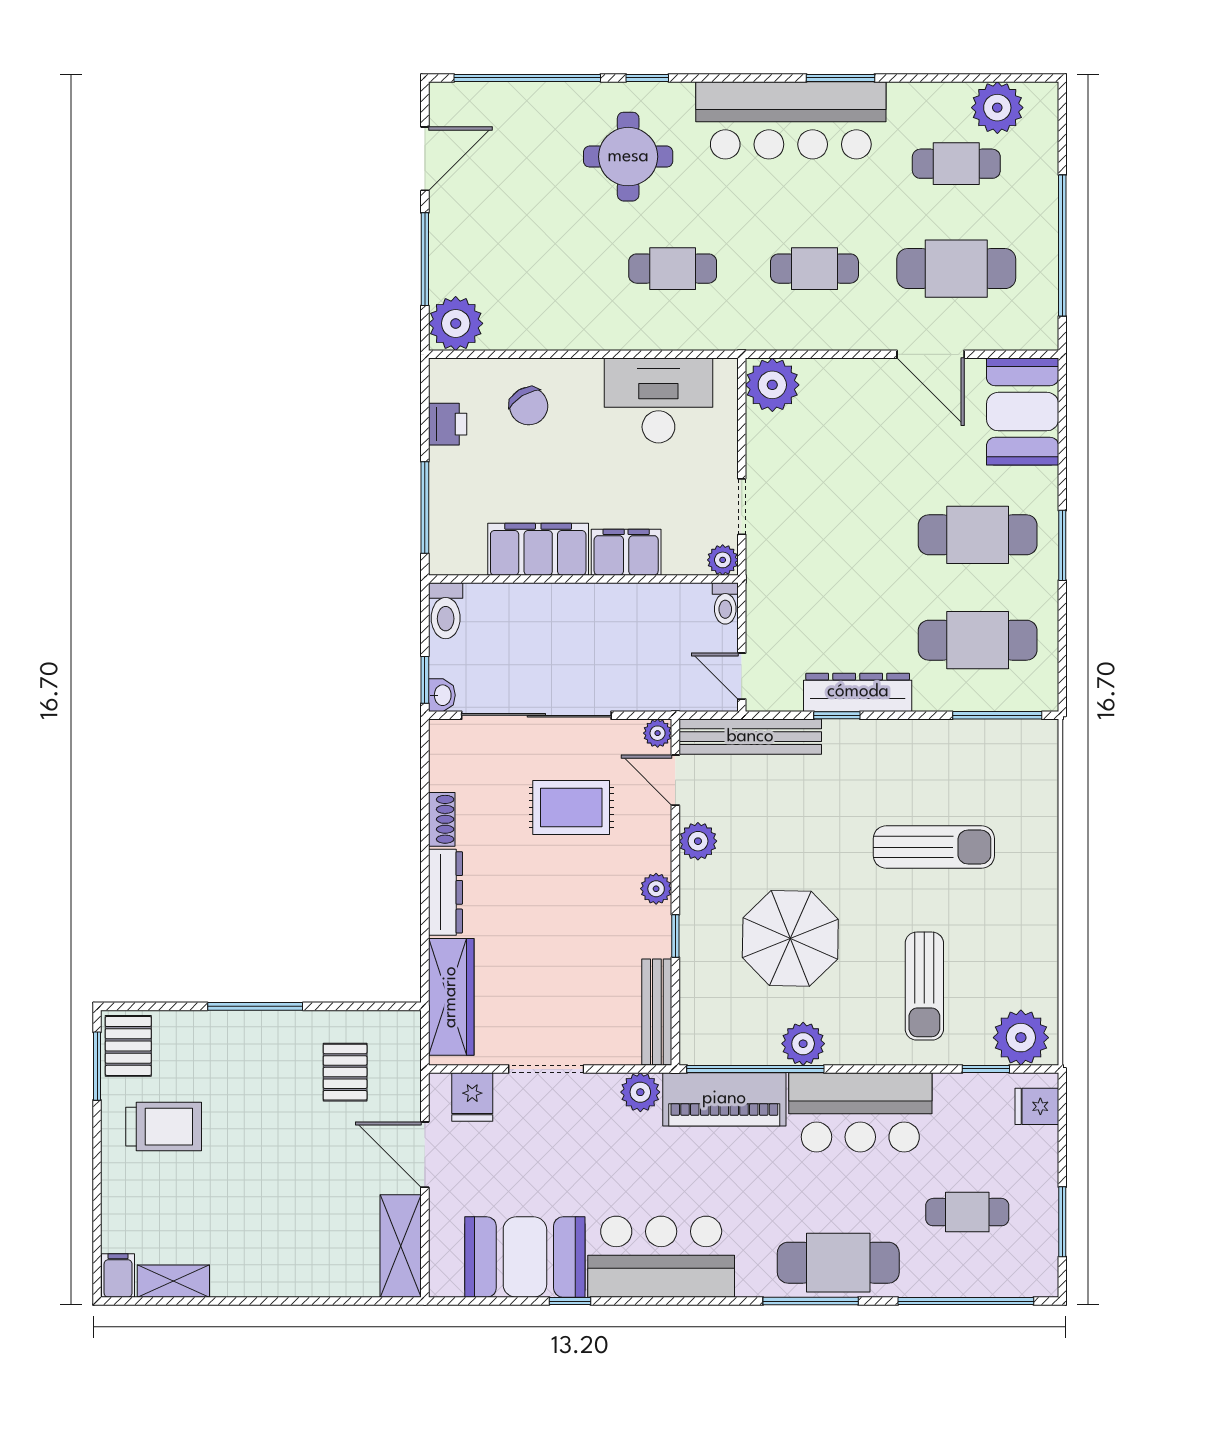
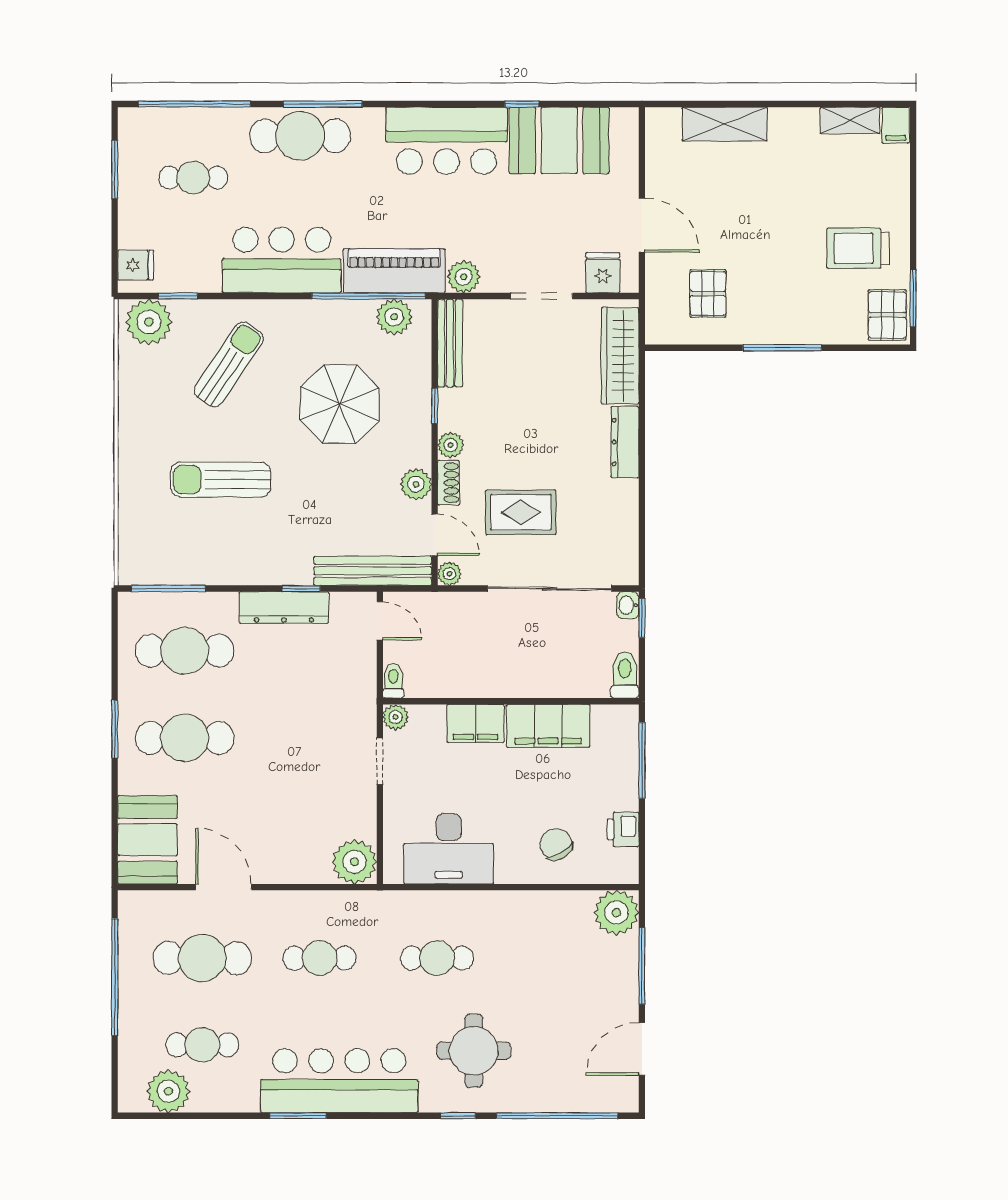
shoe rack: (442, 819) -> (449, 483), moved, turned 180
sun lounger: (924, 986) -> (229, 364), turned 34
plant: (803, 1044) -> (394, 317), moved
shelving: (401, 1246) -> (725, 124), moved, turned 90

